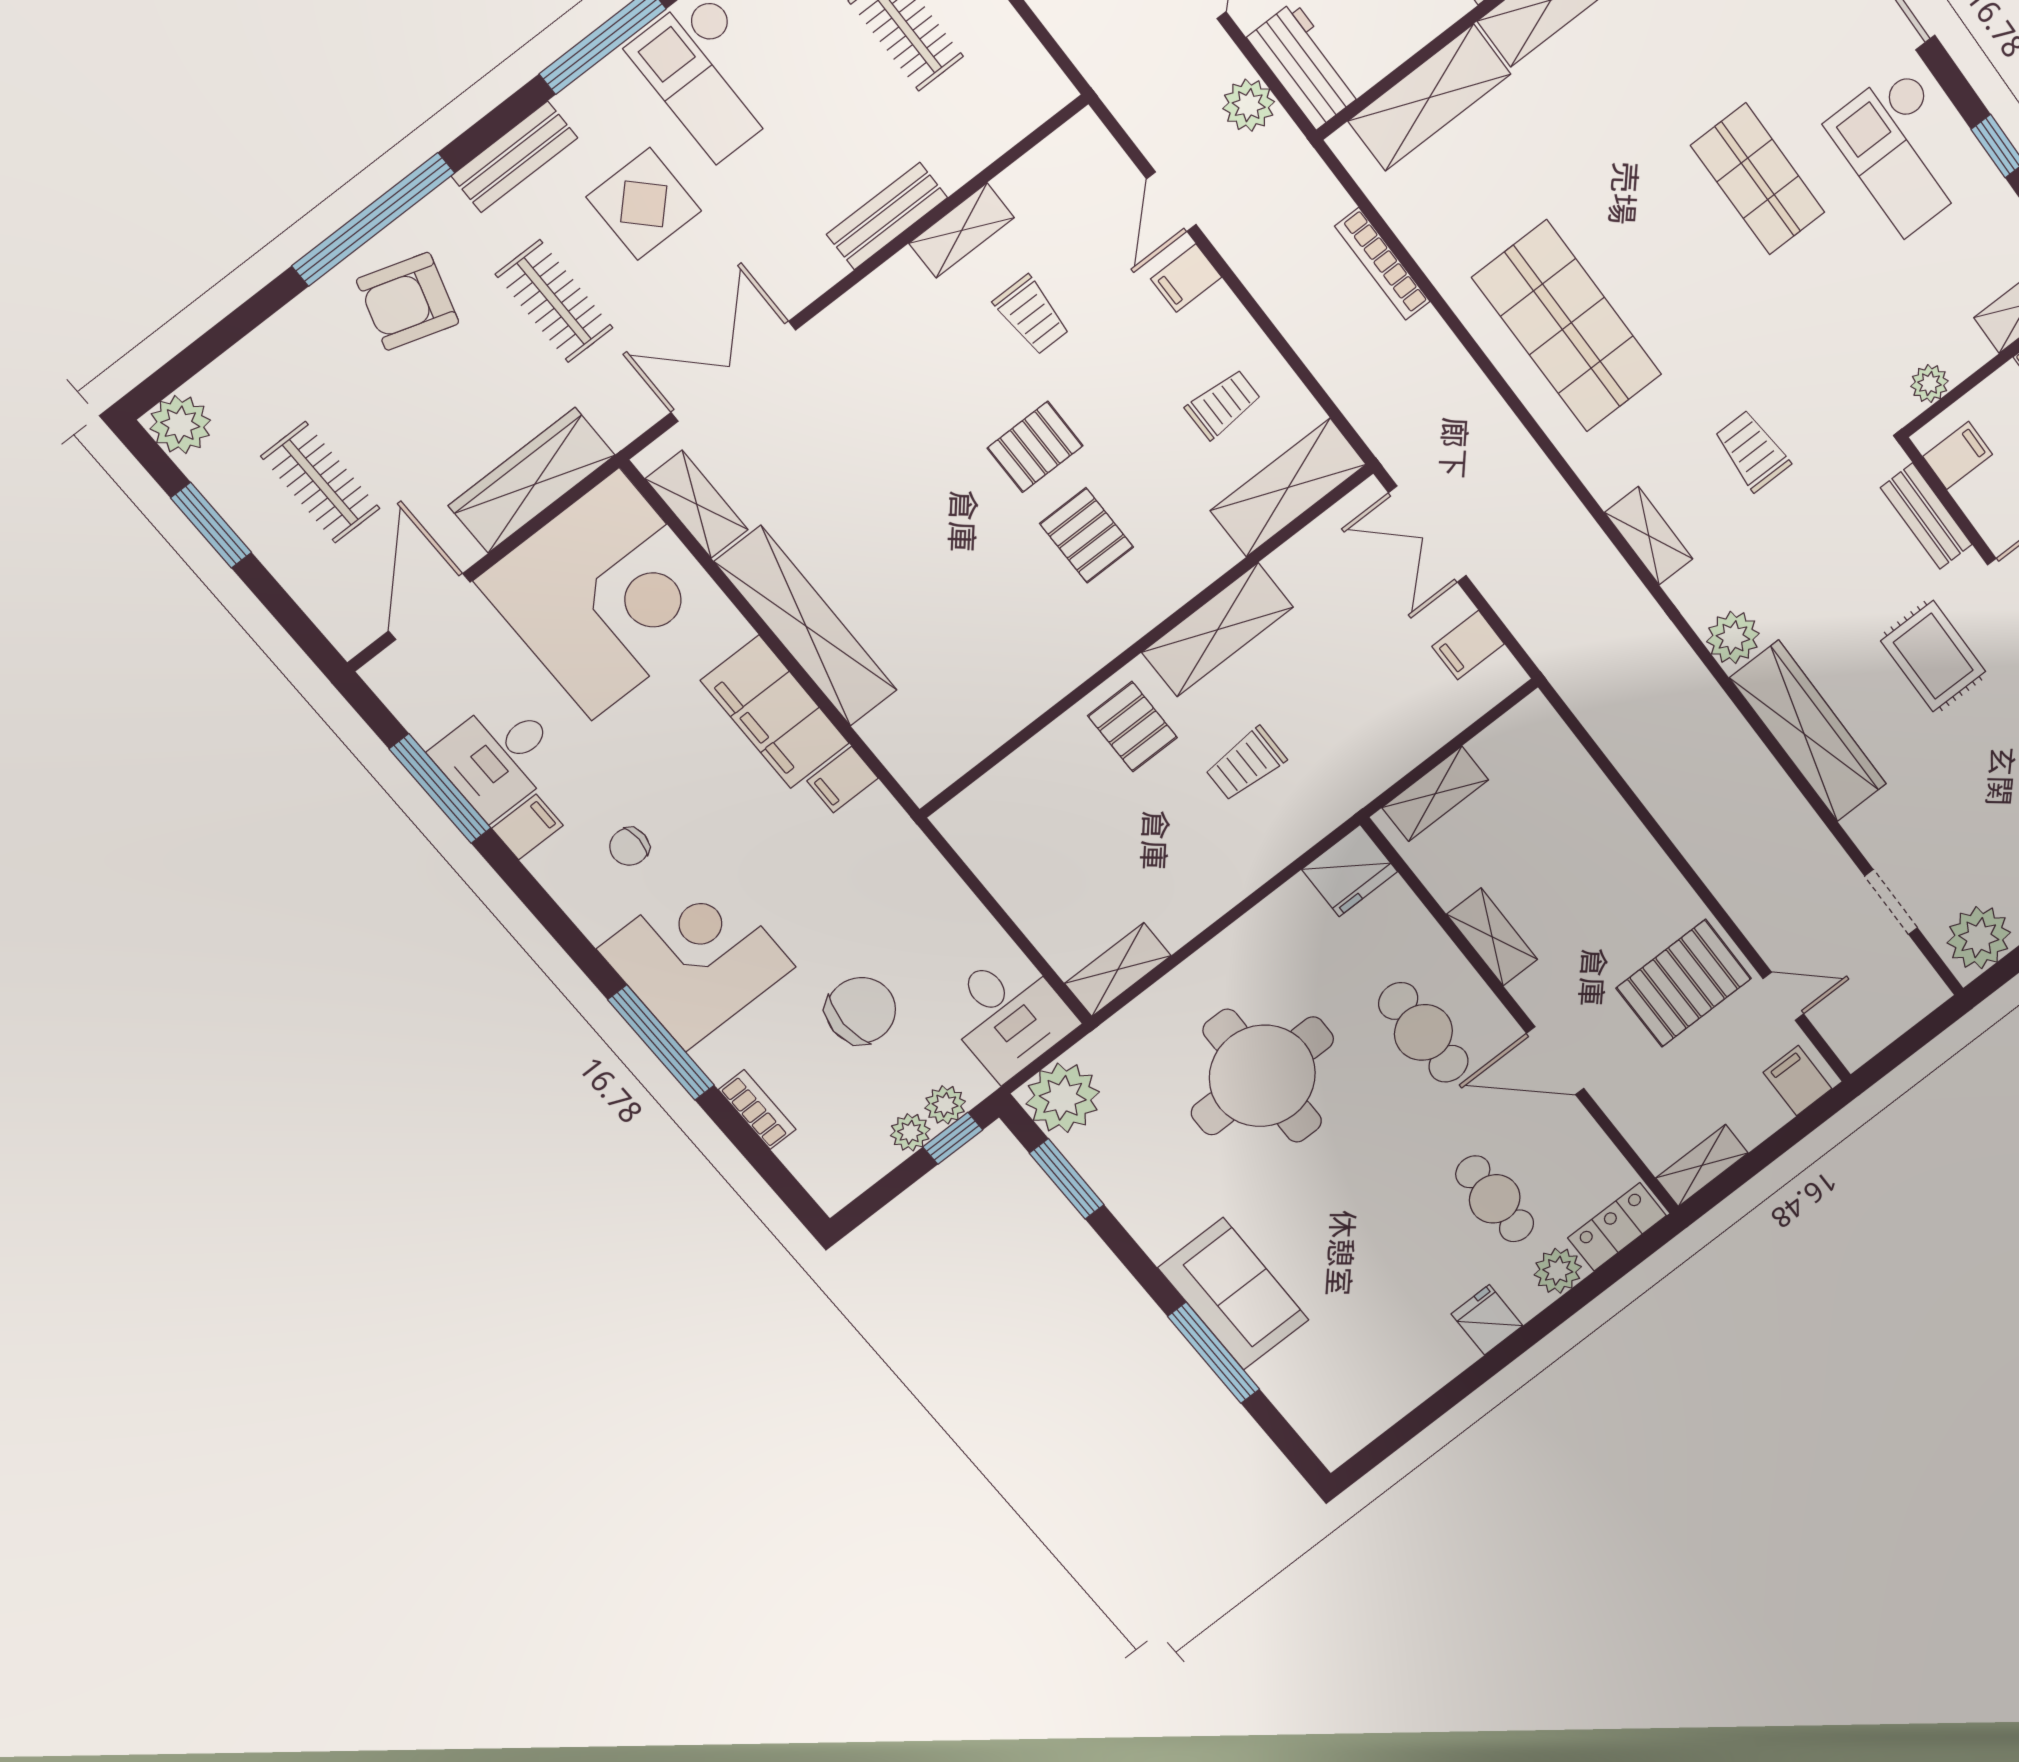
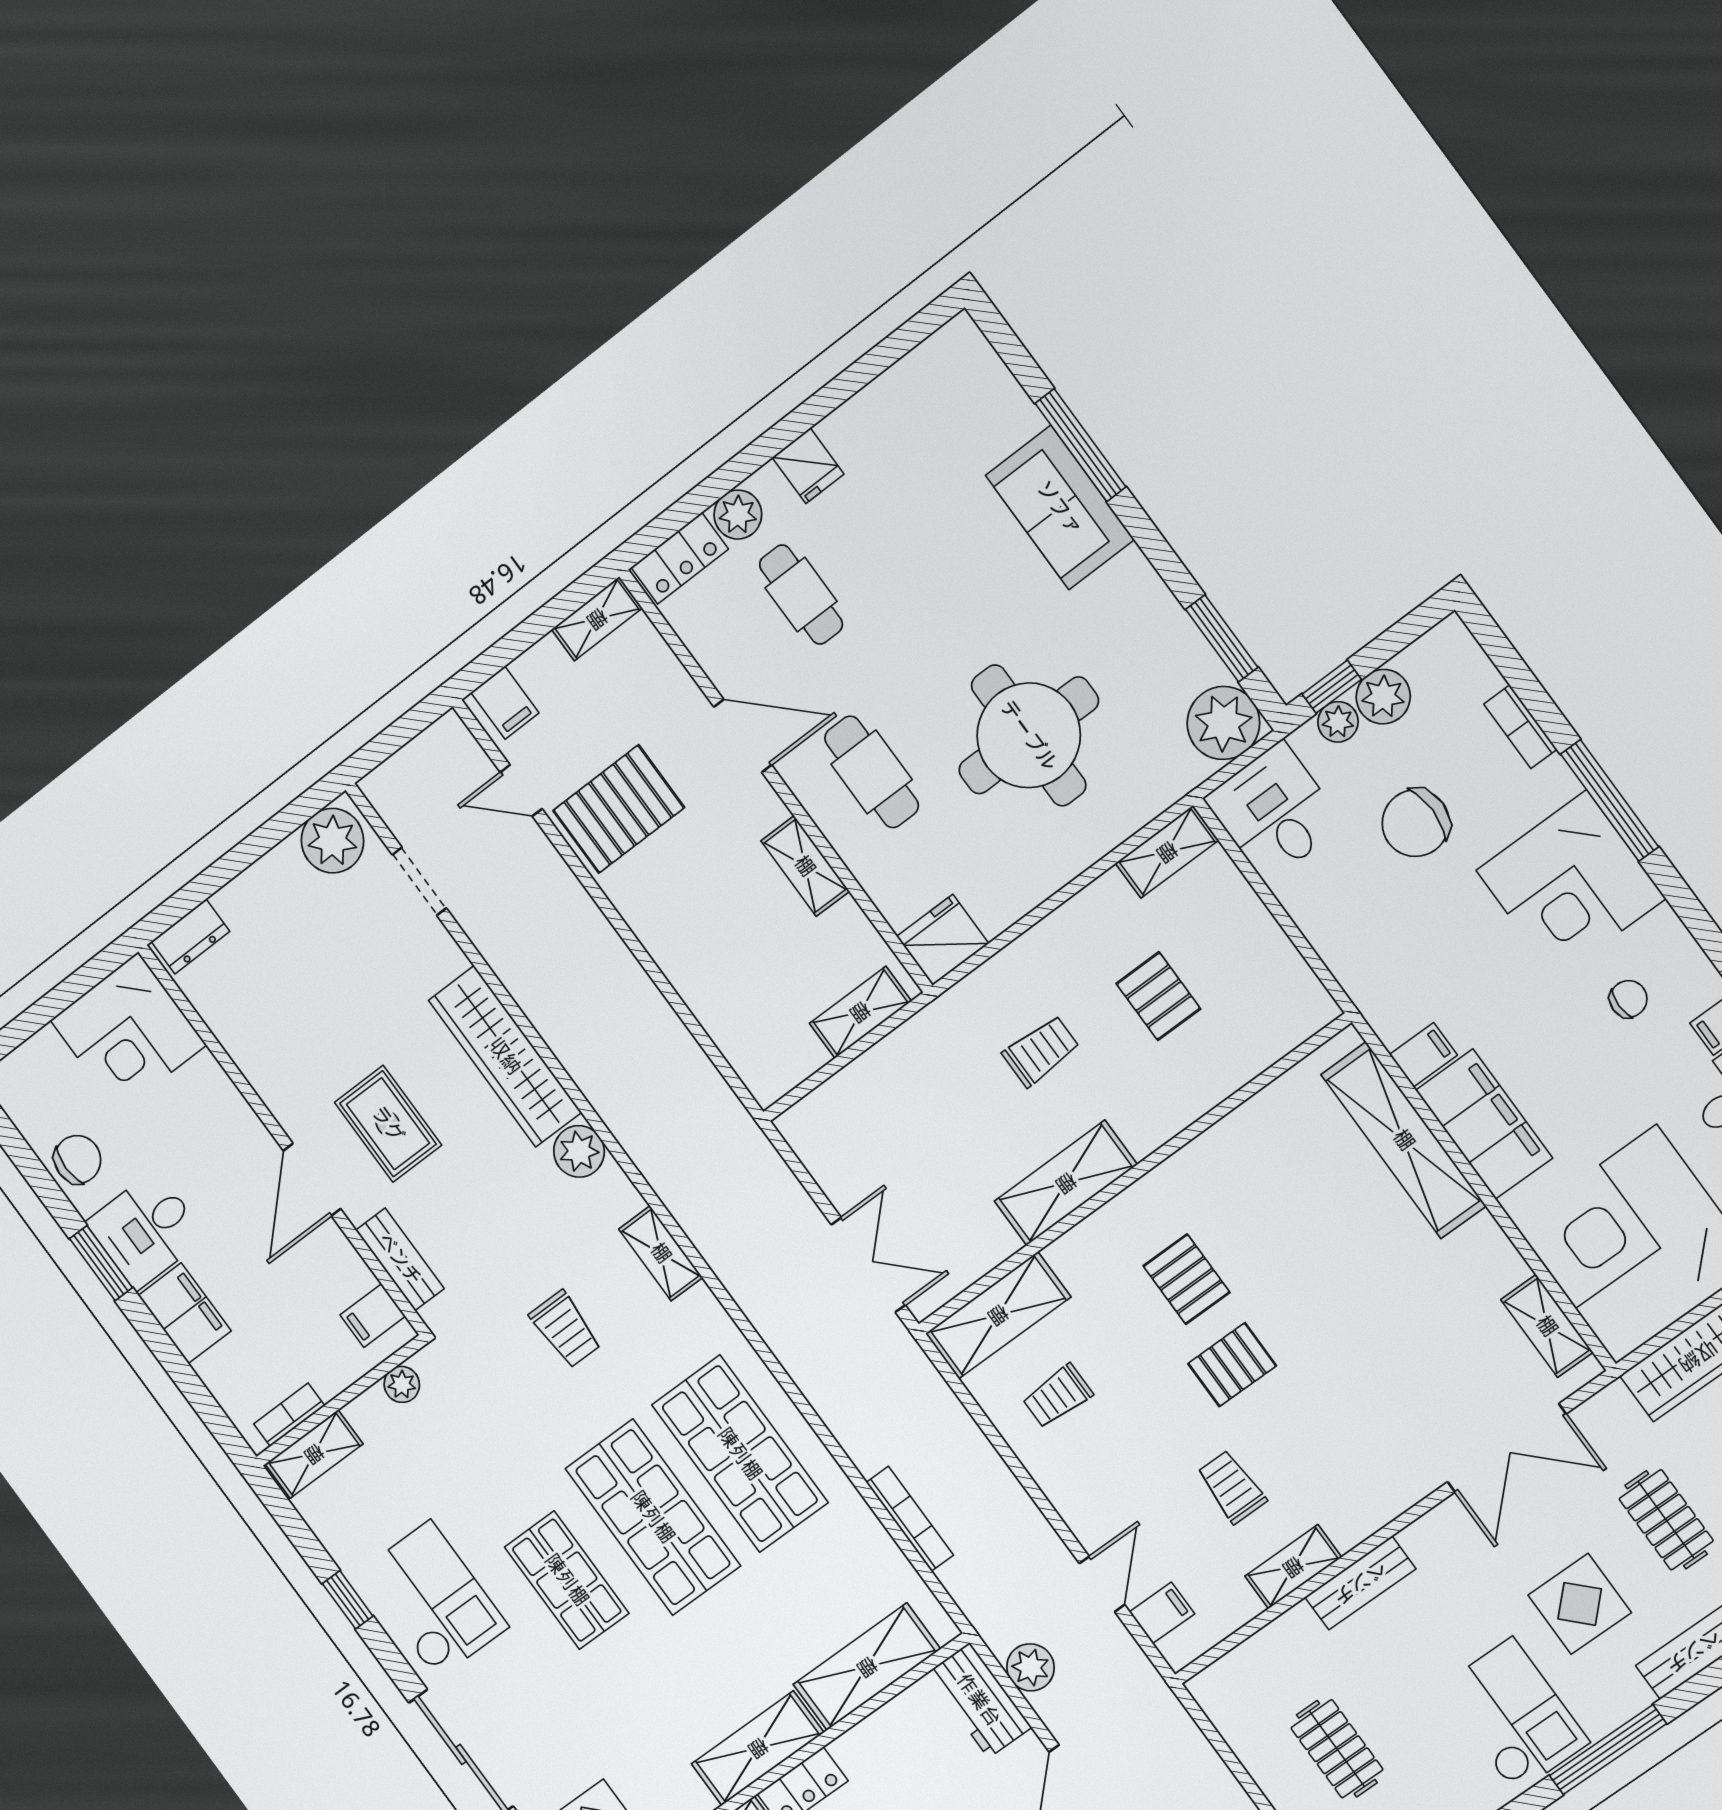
shop shelf: (1662, 253) -> (653, 1517), added
filing cabinet: (1186, 278) -> (1162, 1613), moved
shelving: (806, 626) -> (1404, 1140), moved
filing cabinet: (1468, 645) -> (830, 1156), removed
pallet: (1132, 727) -> (1158, 996), moved
plant: (910, 1132) -> (1383, 697), width x1.38, depth x1.38

